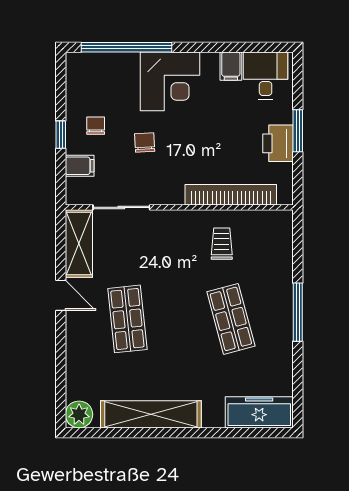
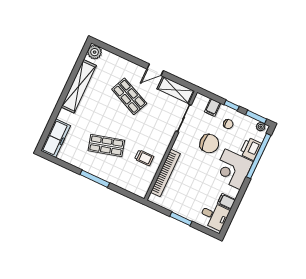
plant: (74, 67) -> (261, 127), added
window: (61, 83) -> (256, 117), added
chair: (145, 143) -> (209, 144), width x1.87, depth x1.87
printer: (278, 143) -> (251, 149), moved, turned -90
shop shelf: (127, 319) -> (129, 96), turned 30

